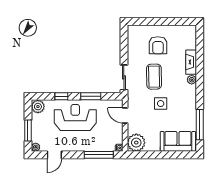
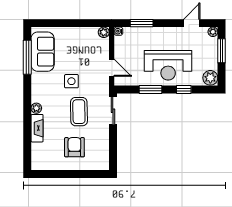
sofa: (178, 141) -> (43, 52), moved, turned -90
plant: (136, 143) -> (104, 32), width x0.53, depth x0.53
window: (99, 155) -> (142, 23), width x0.69

